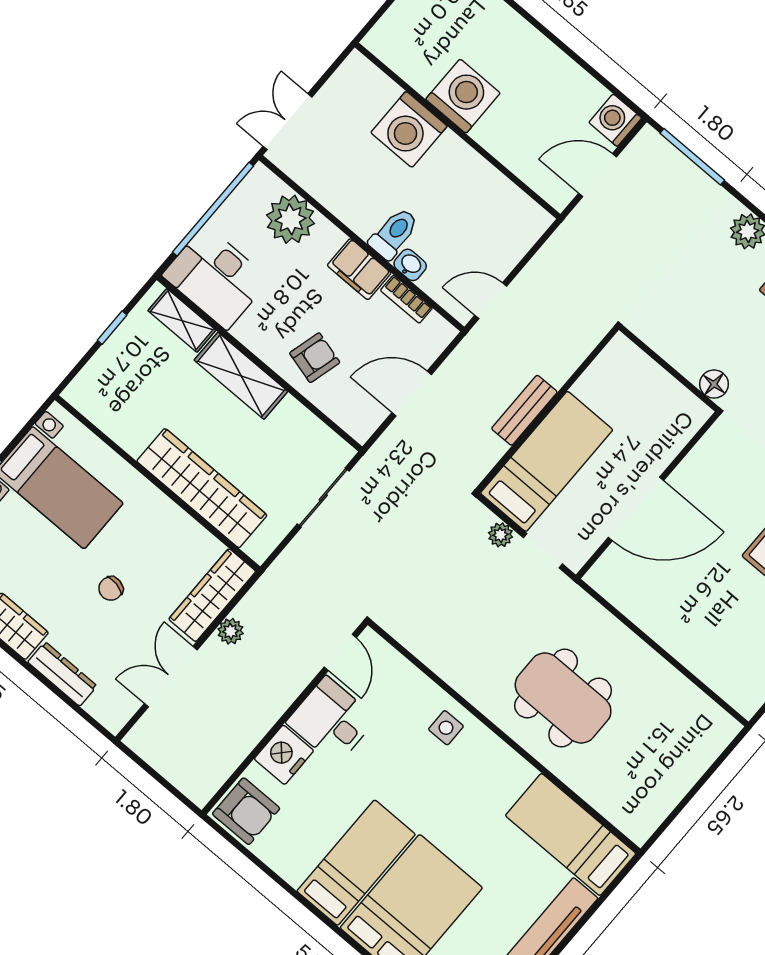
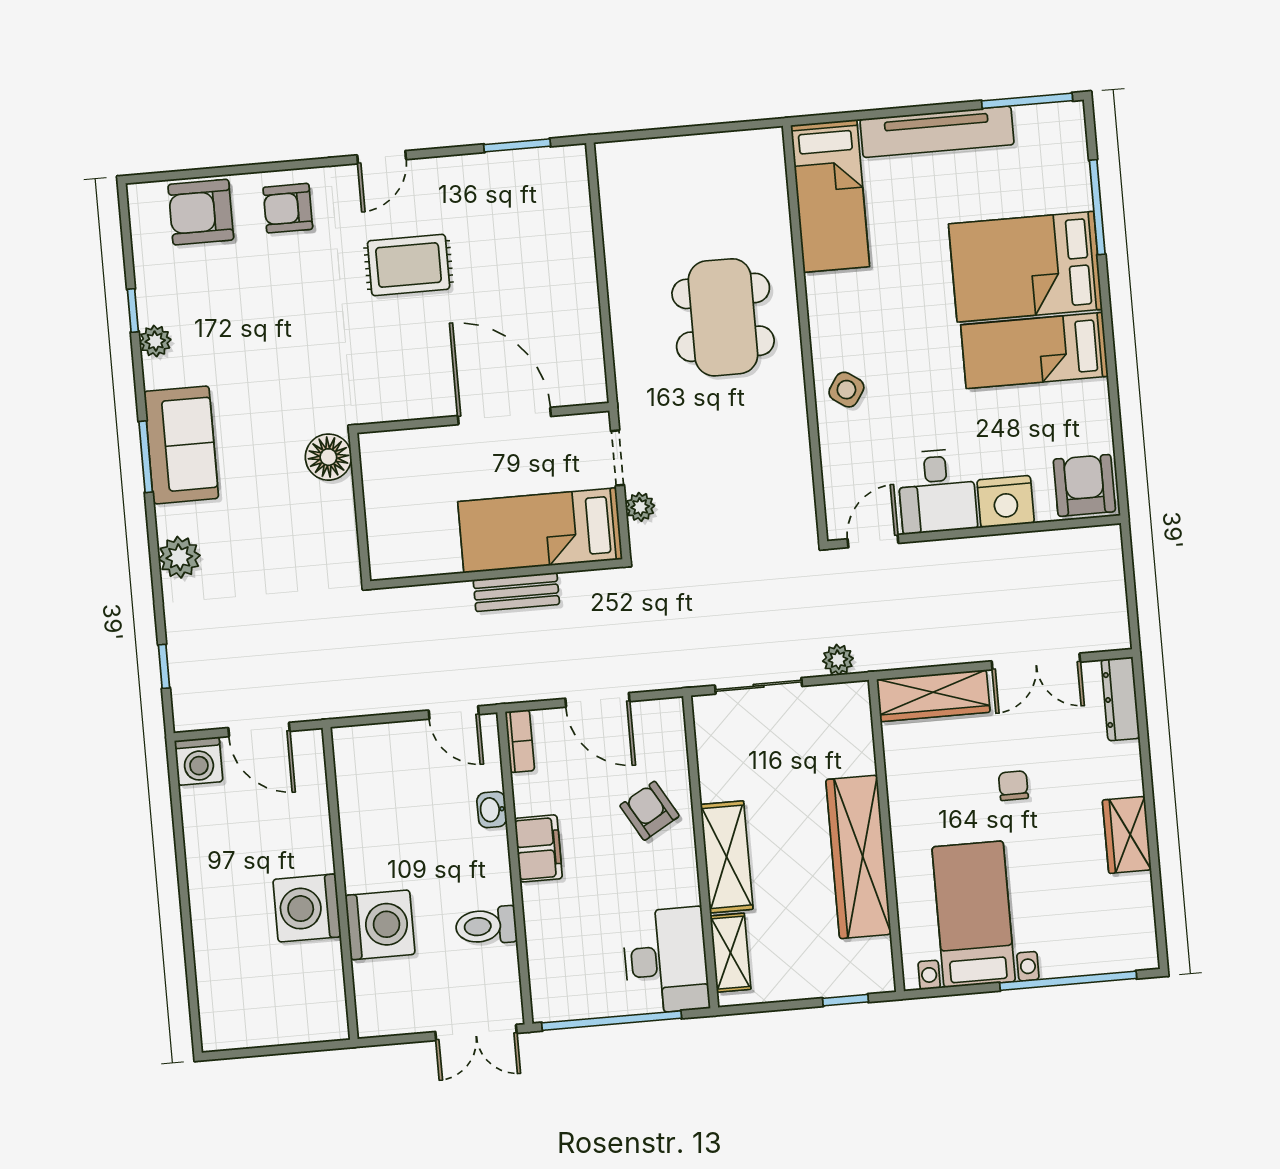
window: (692, 157) -> (164, 666), width x0.46
plant: (290, 219) -> (555, 948), removed
toilet: (394, 234) -> (486, 926), moved
bookcase: (406, 299) -> (520, 741), moved
window: (112, 328) -> (845, 1000), moved
armchair: (315, 358) -> (649, 811), turned 45
floor lamp: (714, 384) -> (328, 457), width x1.38, depth x1.38
wardrobe: (202, 488) -> (859, 857), moved
chair: (111, 589) -> (1013, 786), turned -101
plant: (231, 631) -> (838, 660), moved
dresser: (62, 674) -> (1120, 699), moved
side table: (446, 728) -> (846, 390), turned 34

